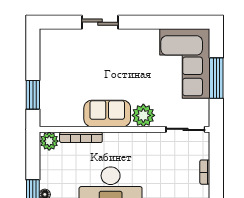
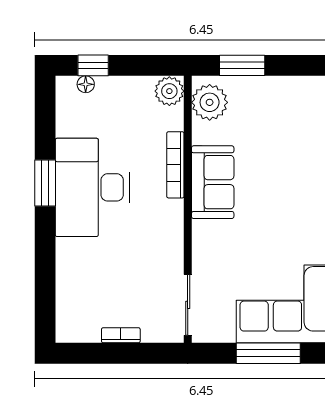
plant: (143, 115) -> (210, 102), moved
bookcase: (81, 137) -> (175, 165), moved

